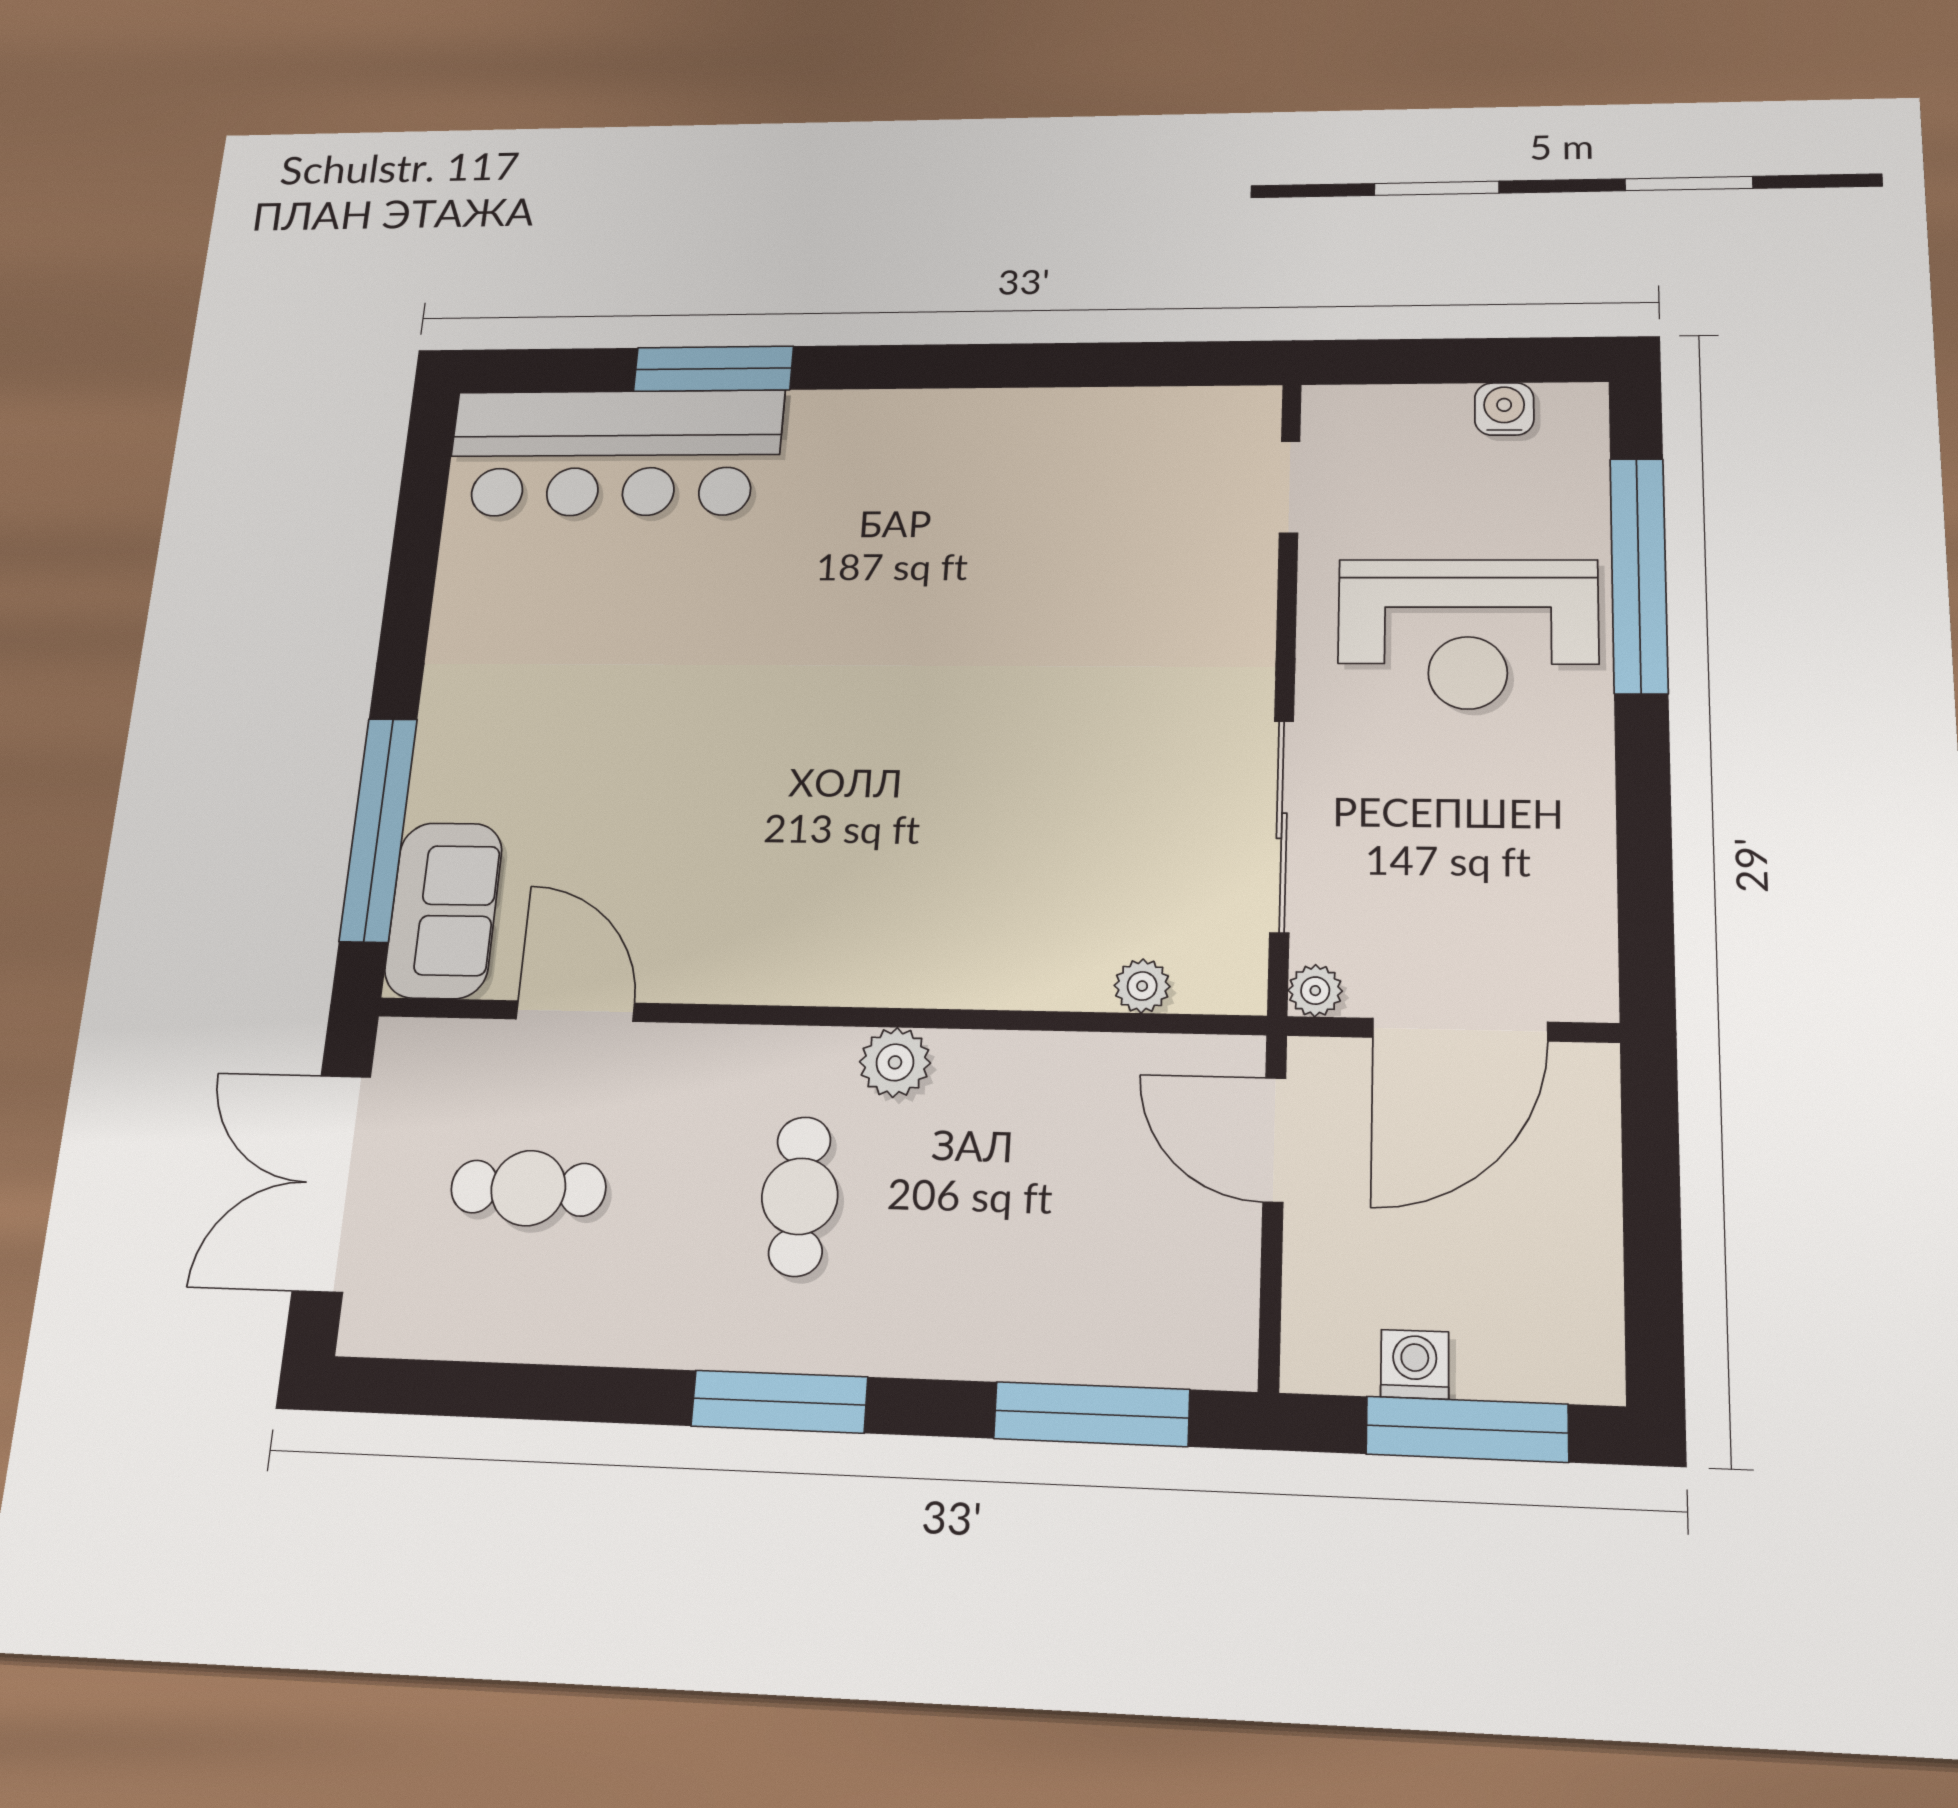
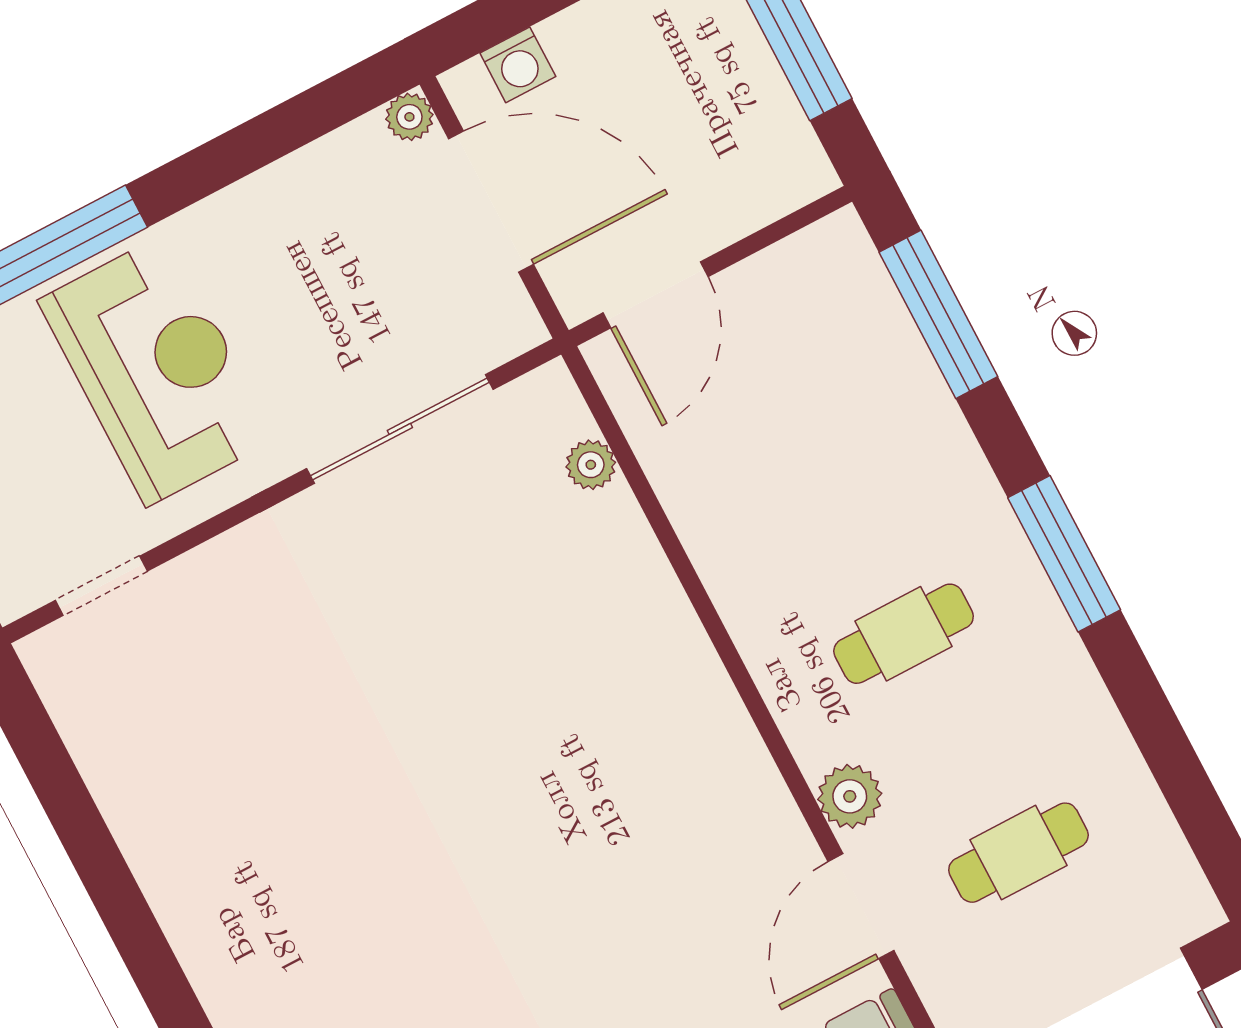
plant: (1315, 991) -> (409, 117), moved
plant: (895, 1062) -> (850, 796), moved
cafe table: (528, 1188) -> (1018, 853), turned 90
washing machine: (1415, 1364) -> (518, 65), moved, turned -90

